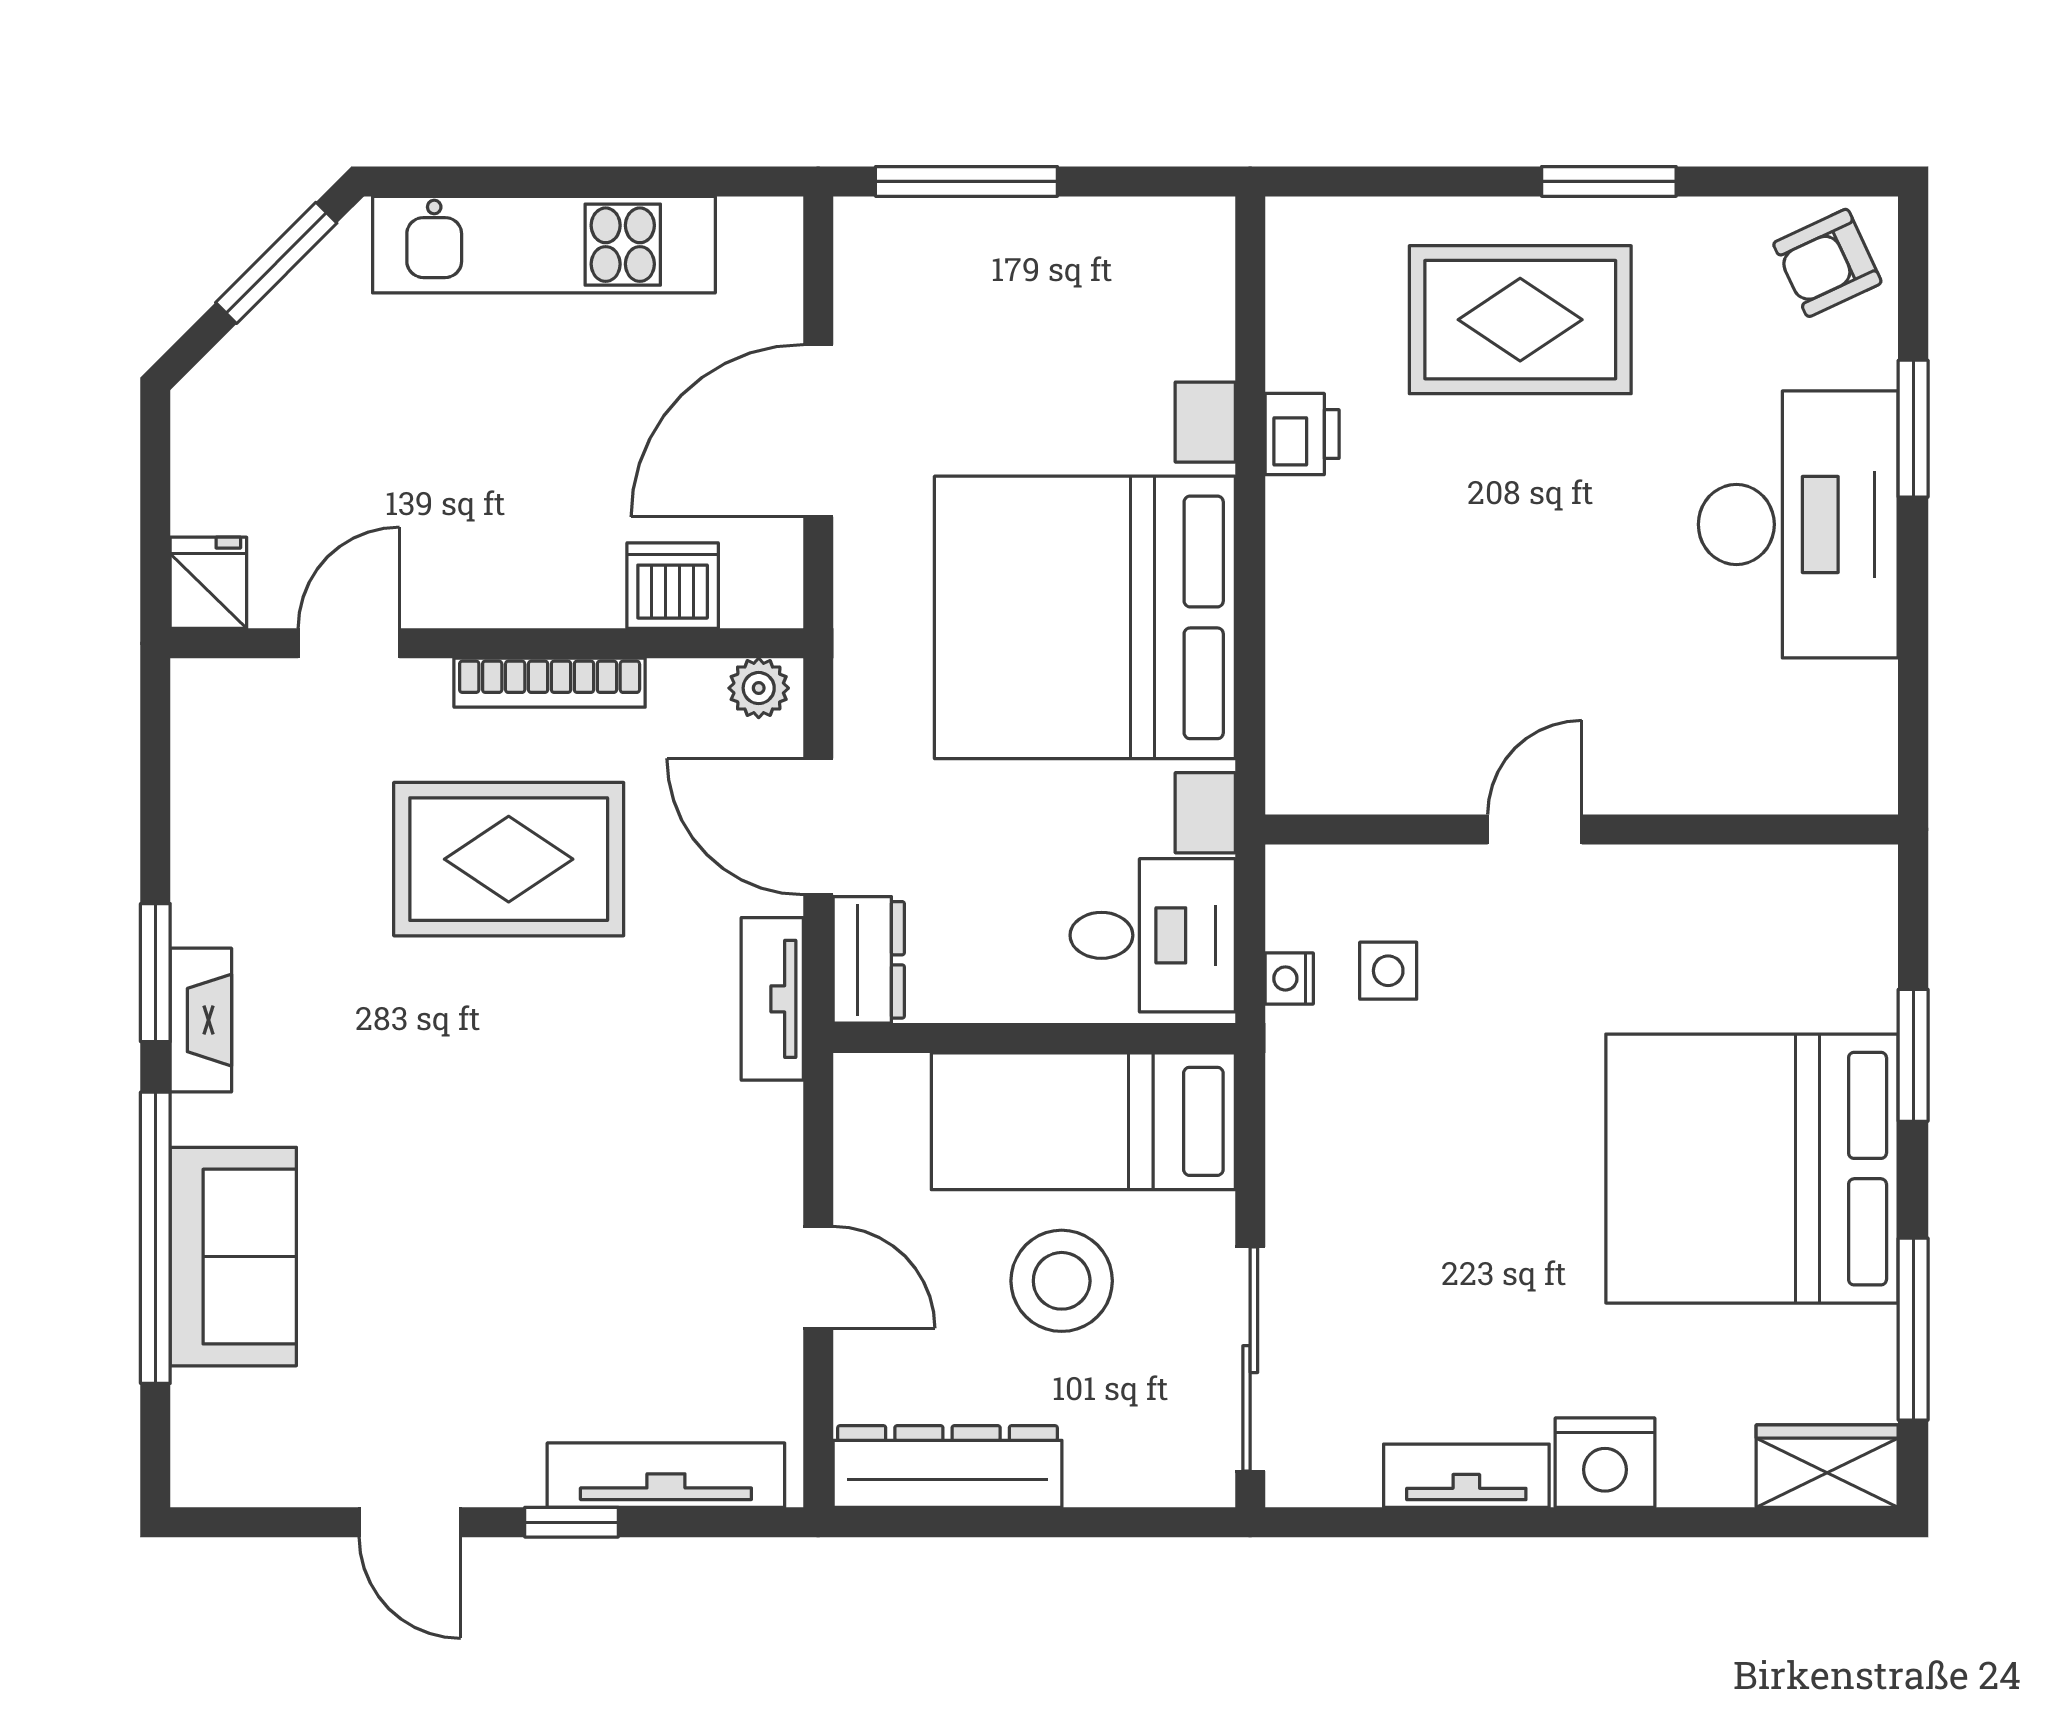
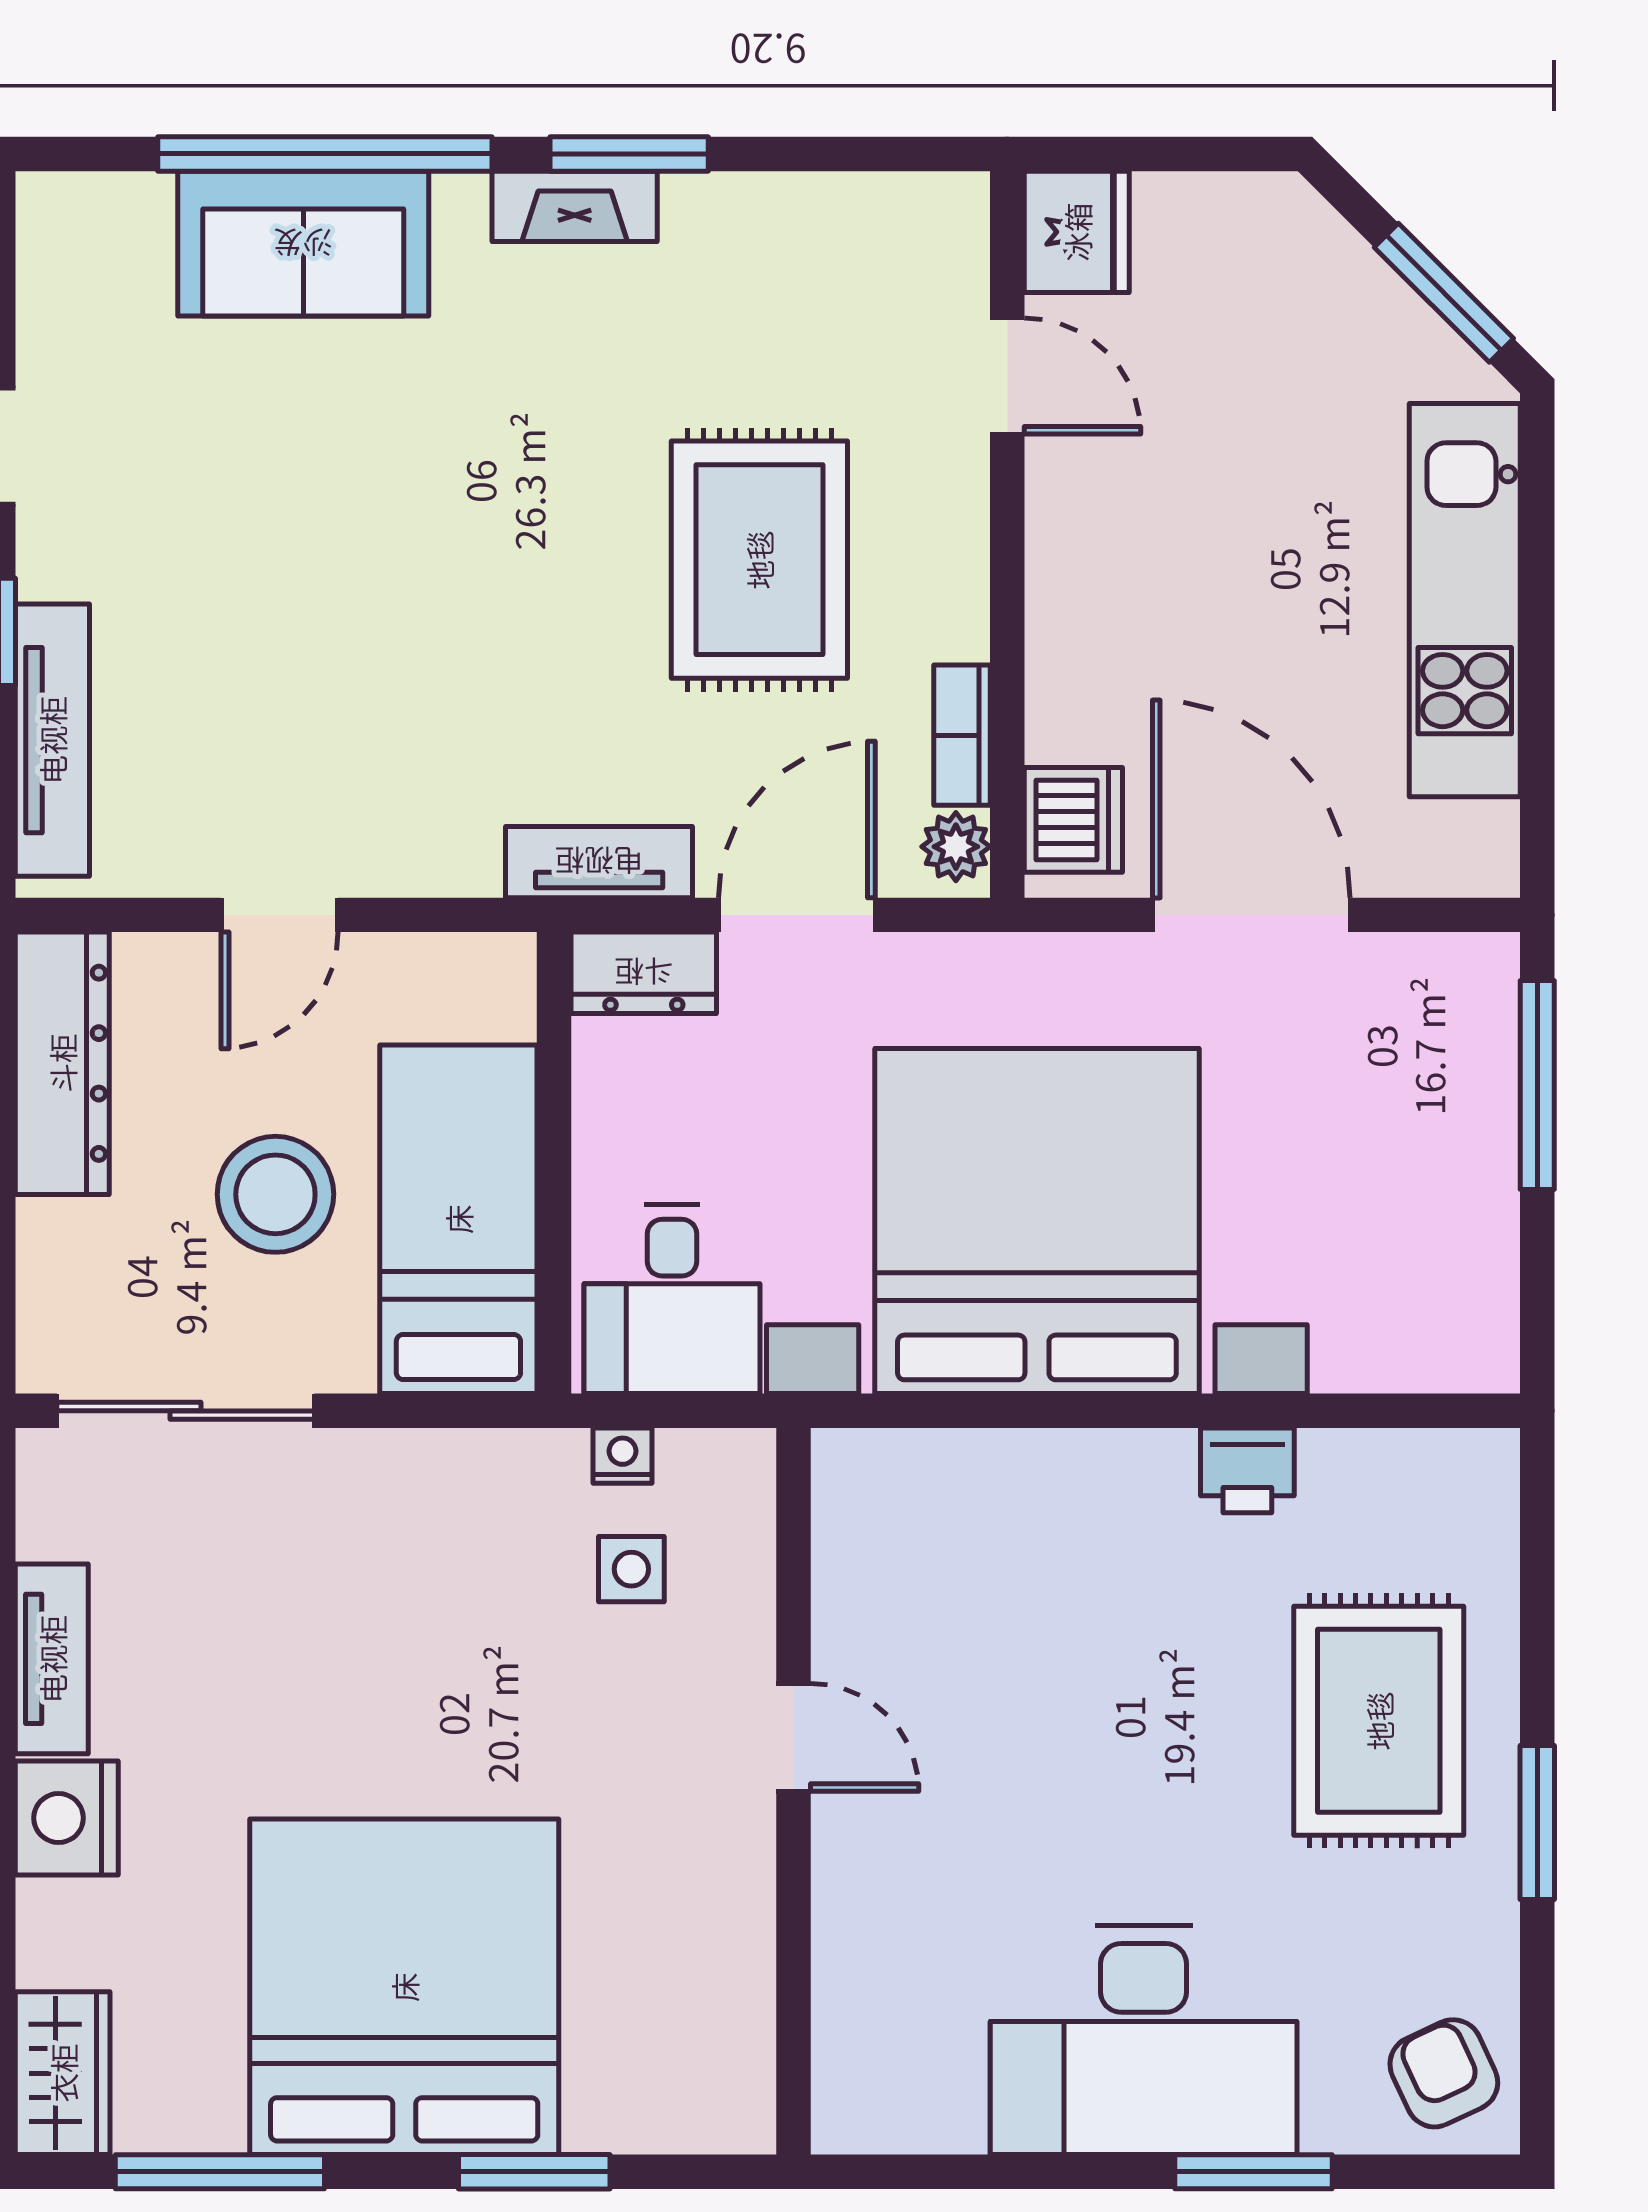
fridge: (208, 583) -> (1077, 232), width x1.38
dishwasher: (673, 586) -> (1073, 820), moved
bookcase: (550, 683) -> (962, 735), moved, width x0.64

